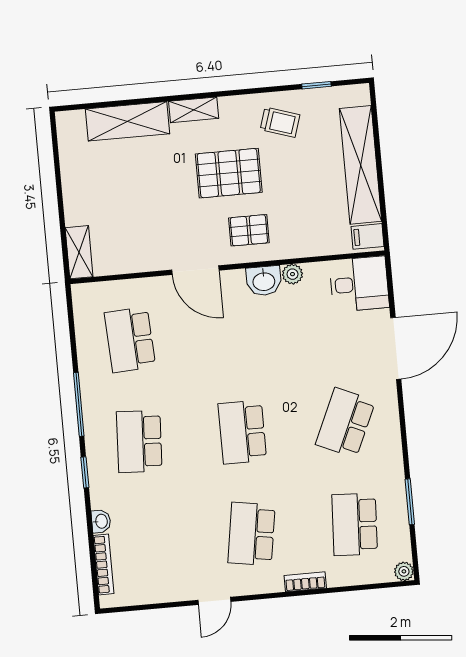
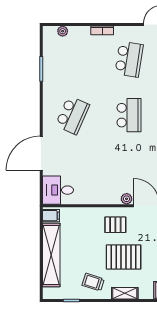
shelving: (194, 110) -> (125, 293), moved
plant: (292, 274) -> (127, 199), moved
washbasin: (264, 281) -> (110, 197), removed
school desk: (355, 524) -> (72, 59), removed
plant: (404, 571) -> (63, 31), moved

